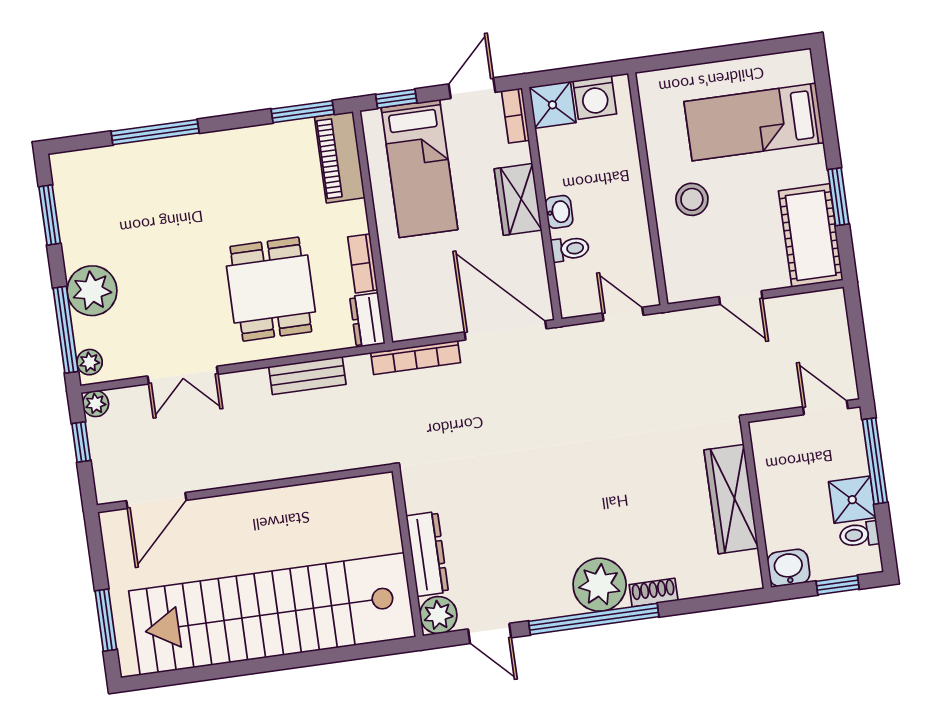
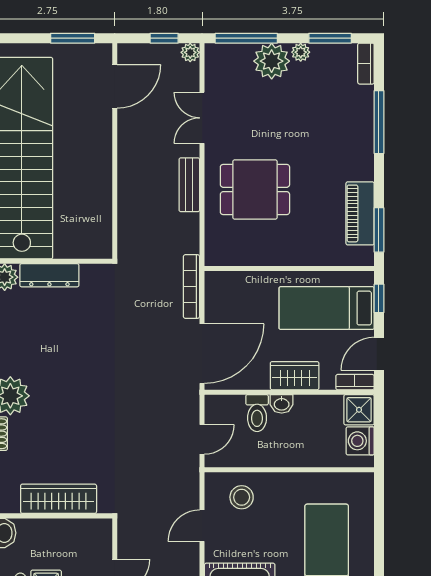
door: (472, 88) -> (379, 354), swing flipped
piano: (340, 157) -> (360, 213), moved, turned -90
stool: (692, 199) -> (242, 497), moved
toilet: (570, 249) -> (257, 413), width x1.37, depth x1.39
bookcase: (363, 263) -> (366, 64), moved, turned -90
dresser: (367, 320) -> (223, 256), removed
plant: (90, 362) -> (301, 52), moved
bench: (307, 376) -> (189, 185), moved
door: (156, 500) -> (115, 86), swing flipped
window: (106, 620) -> (73, 38), moved

